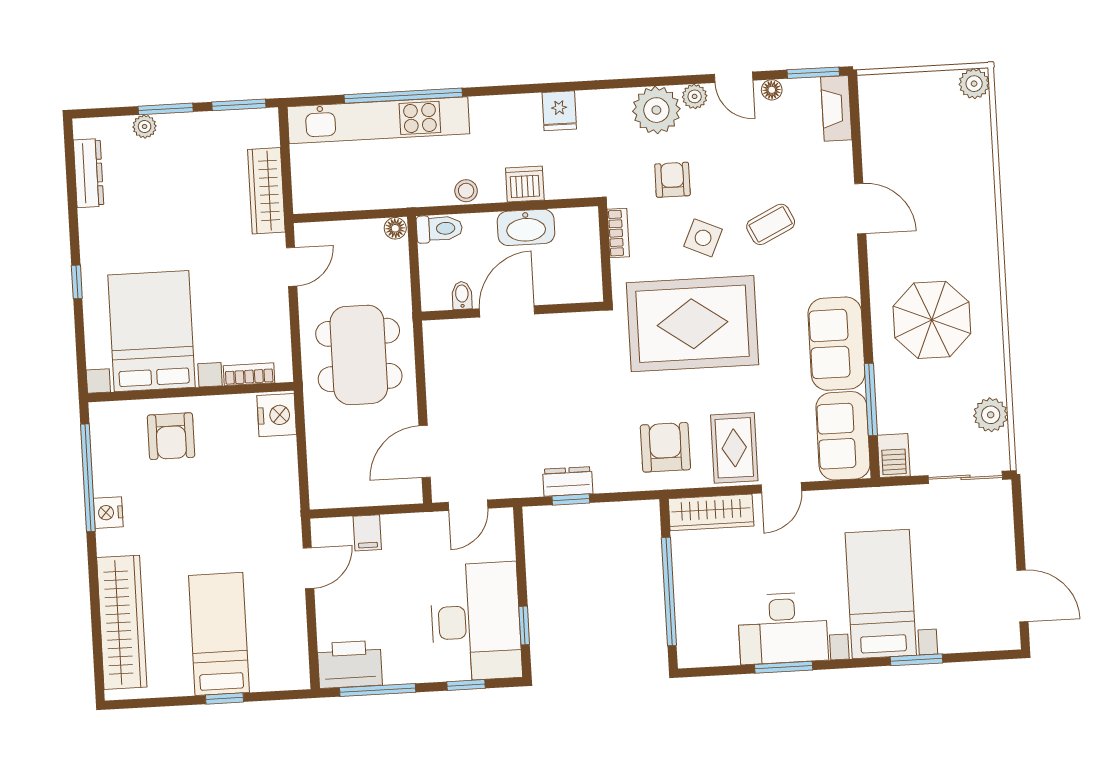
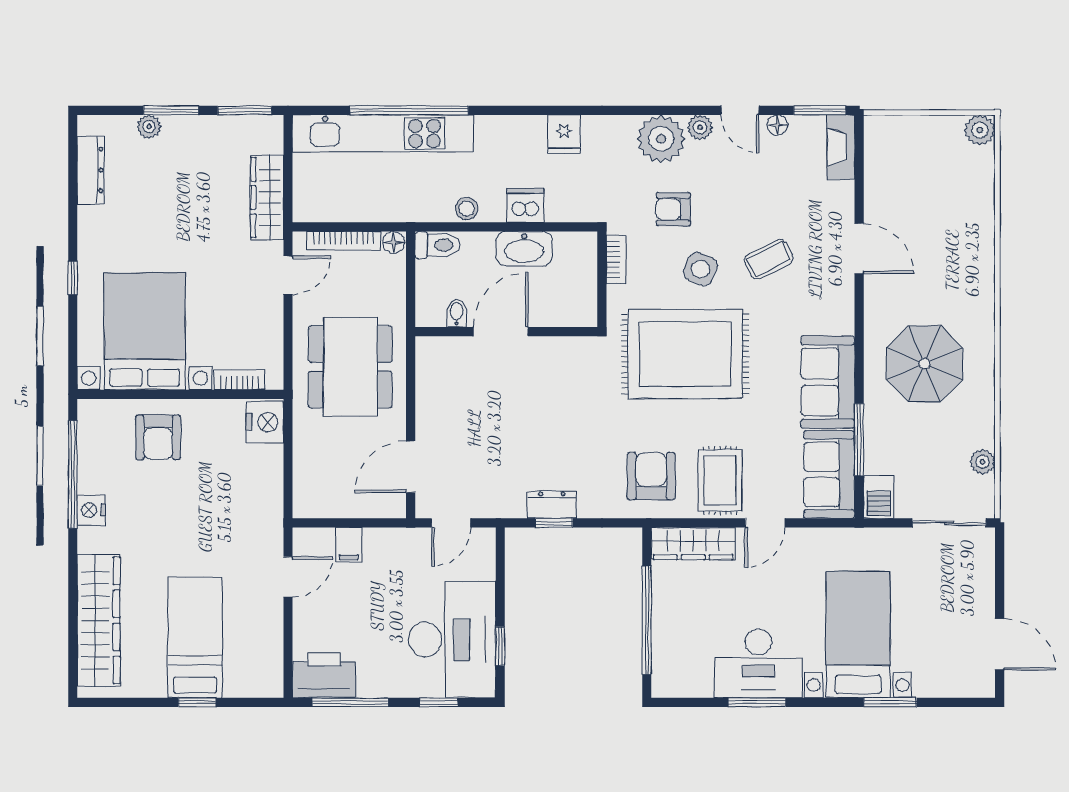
armchair: (672, 180) -> (673, 209), turned -90
bookcase: (345, 230) -> (344, 241), added
plant: (991, 415) -> (983, 462), width x0.73, depth x0.73

